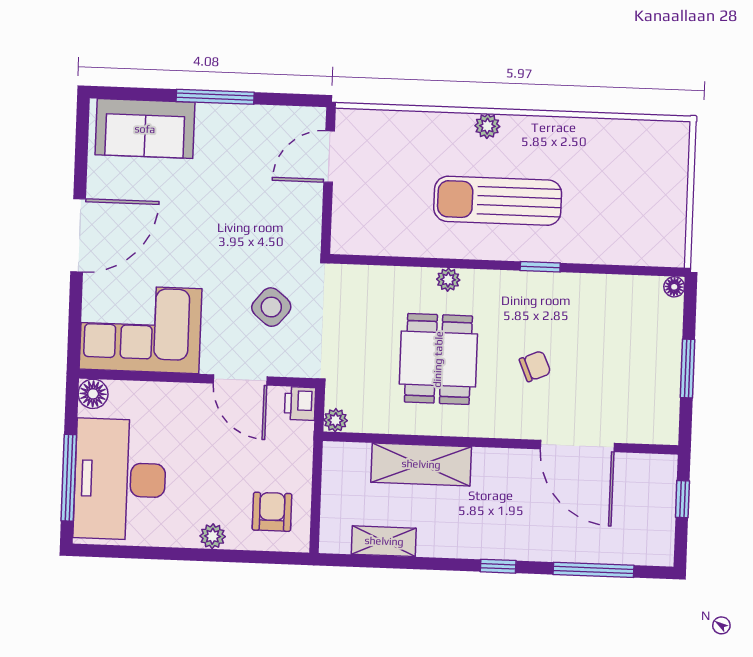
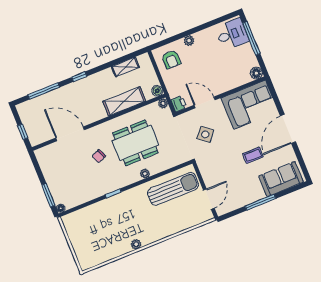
plant: (487, 126) -> (136, 244), moved
sun lounger: (498, 201) -> (173, 189), moved
coffee table: (184, 211) -> (253, 155), added
dining table: (438, 359) -> (135, 143), width x1.38
window: (687, 369) -> (48, 195), moved
boiler: (336, 455) -> (157, 91), added
desk: (120, 479) -> (232, 34), width x0.53, depth x0.77

